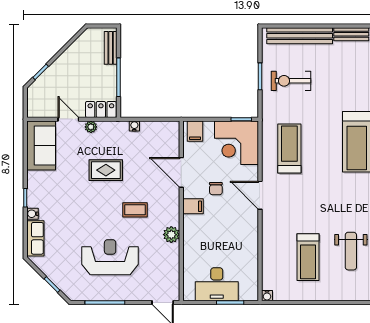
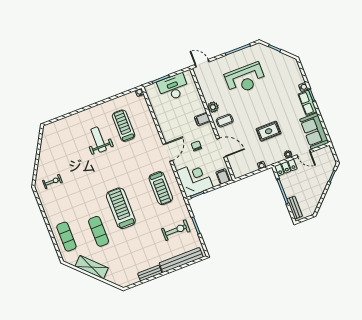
door: (260, 195) -> (168, 152), hinge flipped
filing cabinet: (193, 206) -> (202, 119), moved
coffee table: (135, 210) -> (225, 121), moved
row of seats: (35, 238) -> (307, 103), moved

